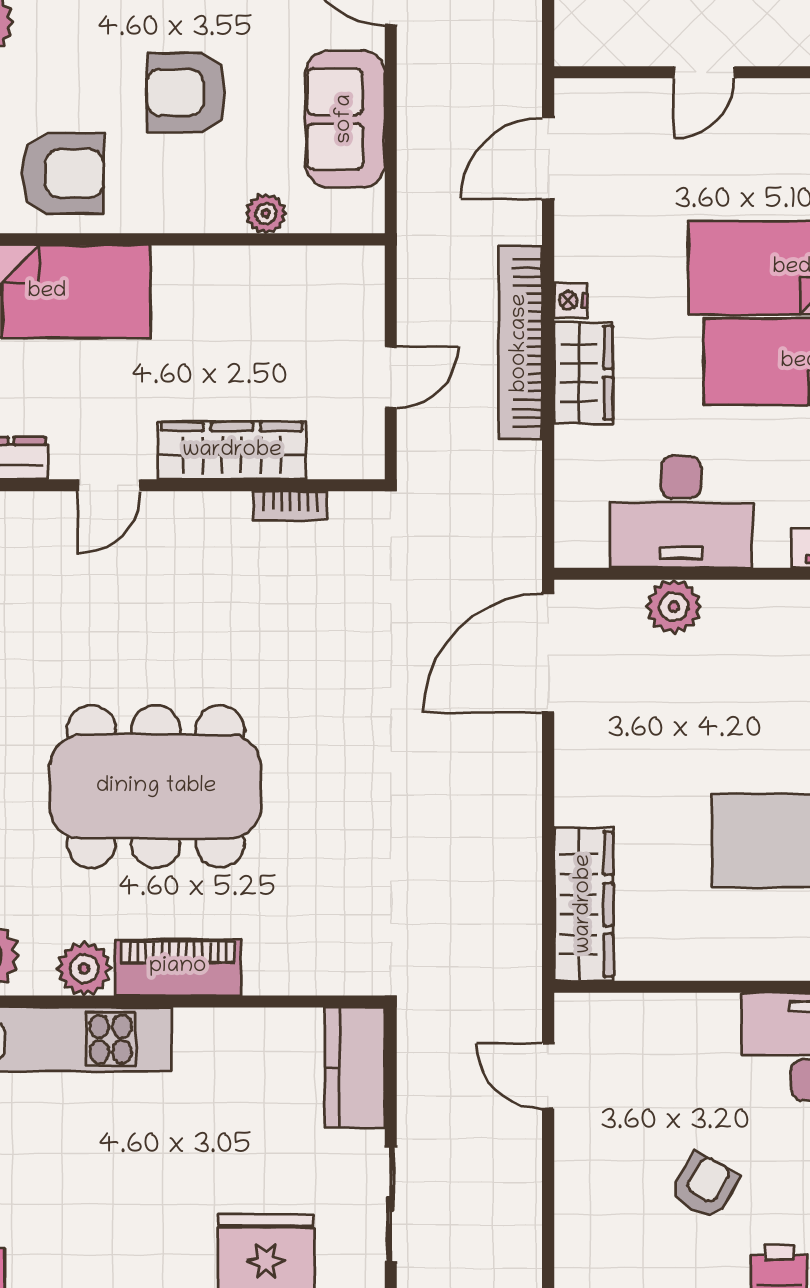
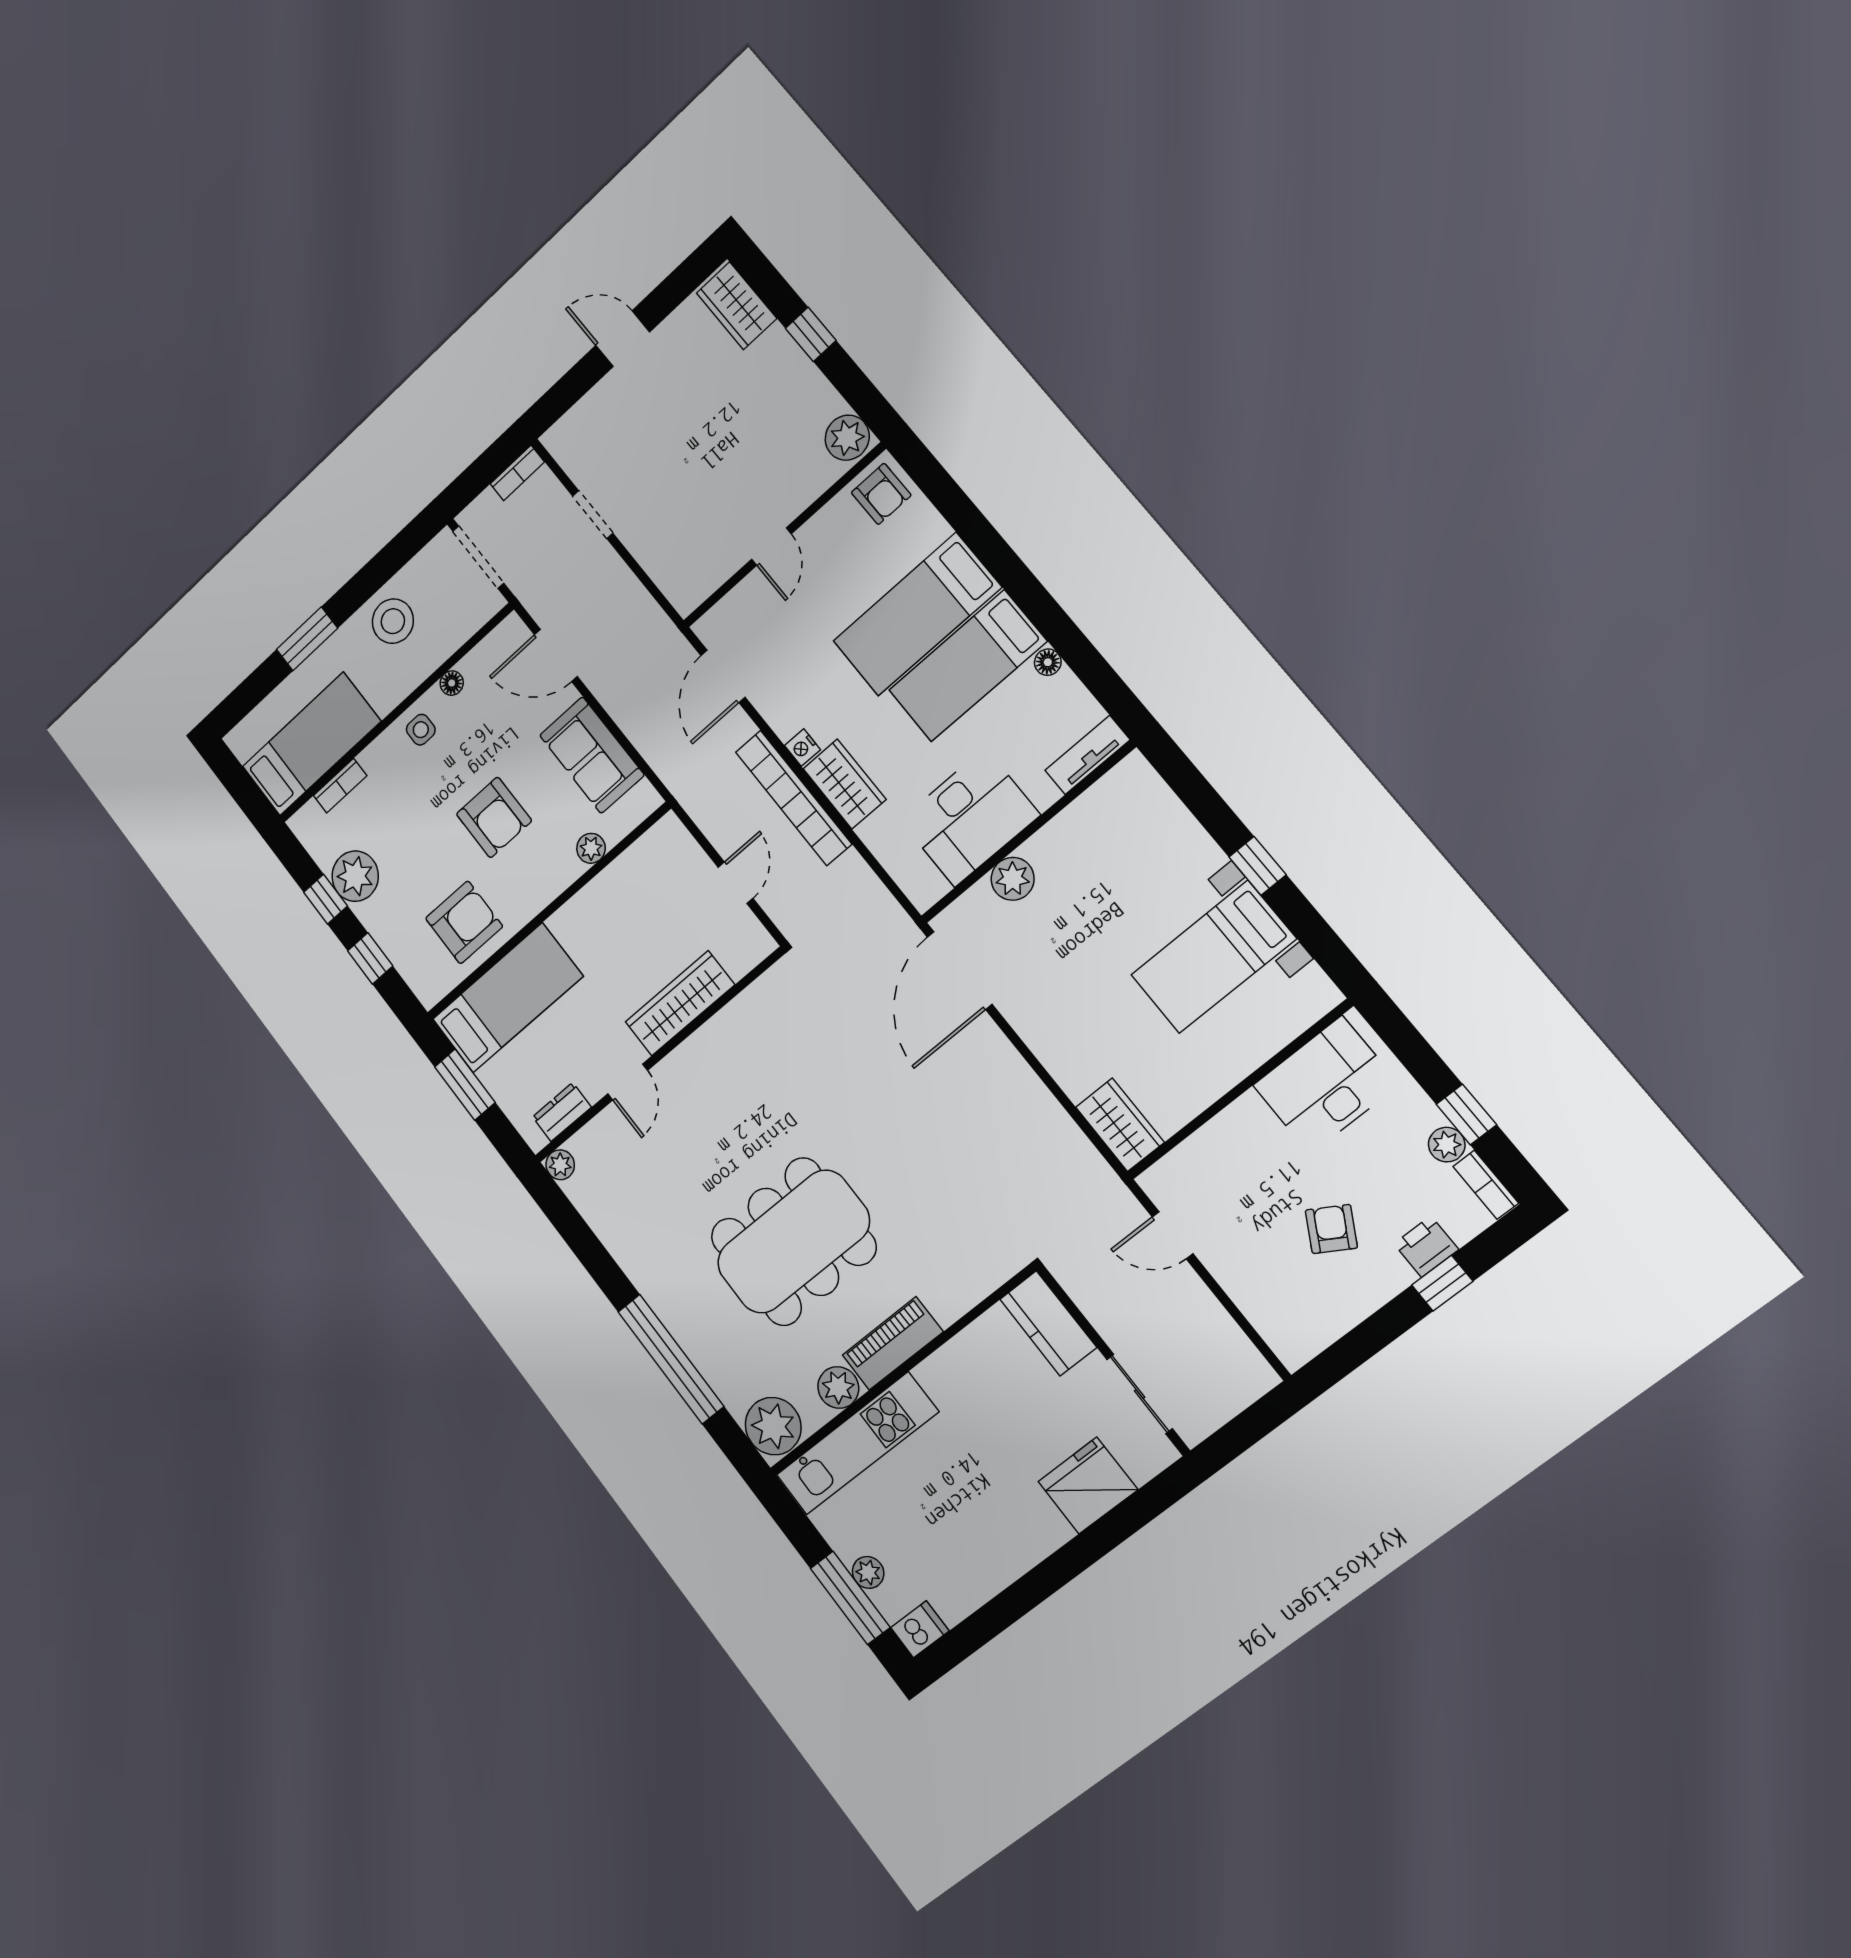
armchair: (186, 92) -> (494, 817), turned -90
bookcase: (290, 506) -> (738, 1008), removed
wardrobe: (584, 904) -> (1120, 1125), width x0.67

